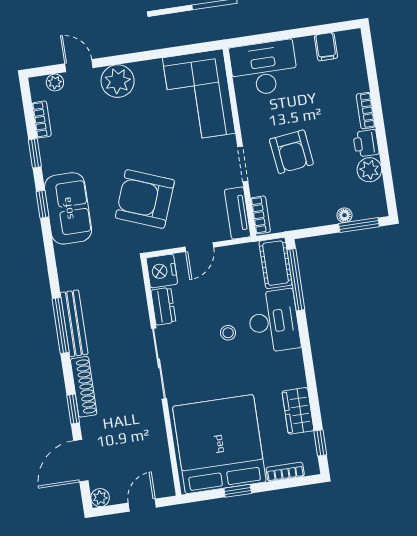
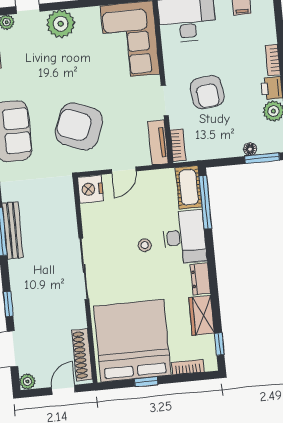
dresser: (163, 306) -> (200, 279), moved, turned 180
shoe rack: (84, 387) -> (82, 355), moved, turned 180

